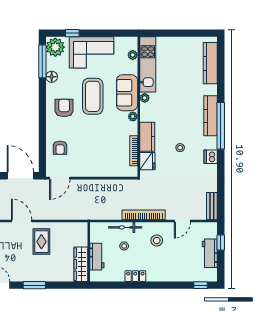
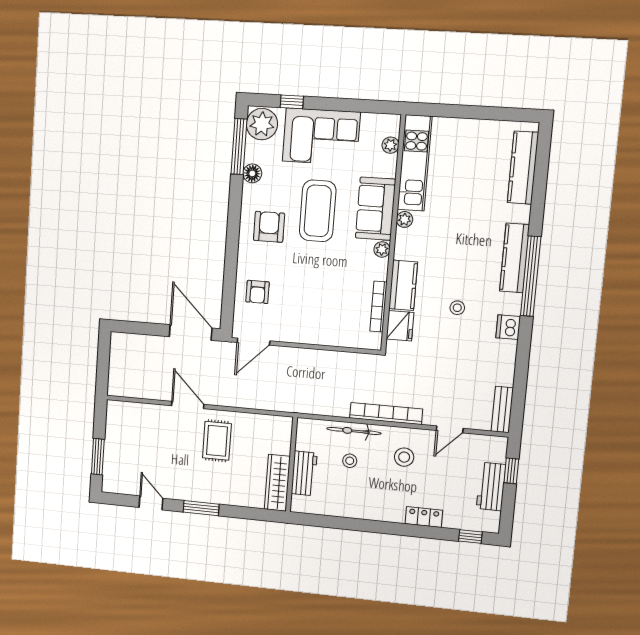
locker: (135, 276) -> (424, 517), moved

